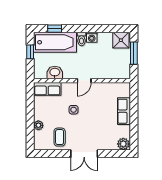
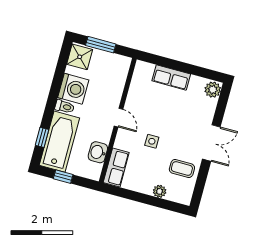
washing machine: (92, 37) -> (73, 89), width x1.89, depth x1.89

